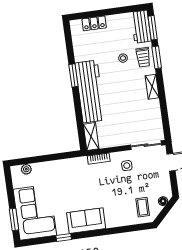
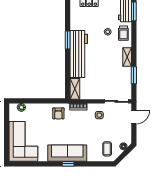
window: (157, 57) -> (134, 75), moved
armchair: (74, 171) -> (58, 113), added
window: (14, 219) -> (7, 145), removed
sofa: (86, 221) -> (67, 153), width x1.36
window: (64, 238) -> (68, 164), moved

